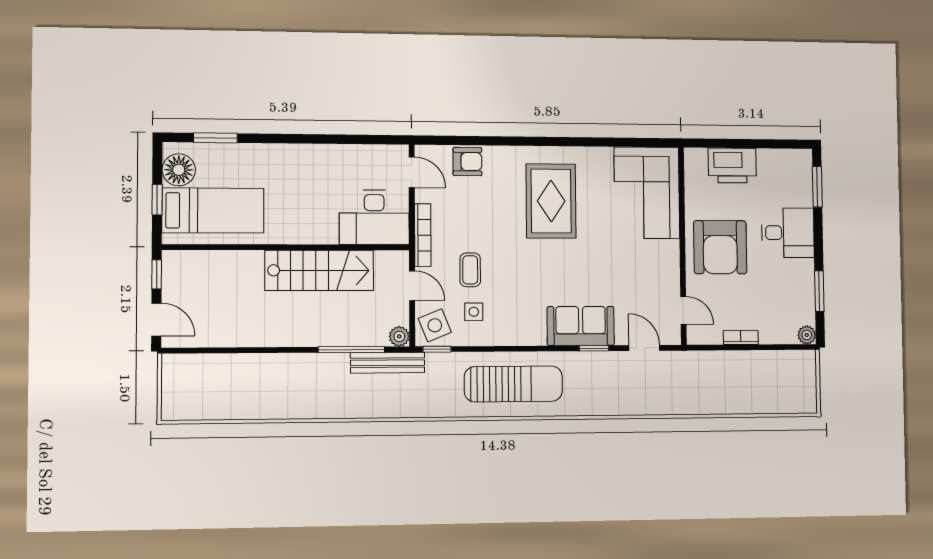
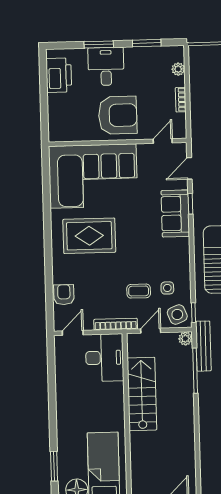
printer: (732, 165) -> (59, 75), moved
window: (817, 187) -> (99, 44), moved
corner sofa: (647, 193) -> (93, 176), width x1.36, depth x1.36
plant: (807, 335) -> (178, 69), moved

